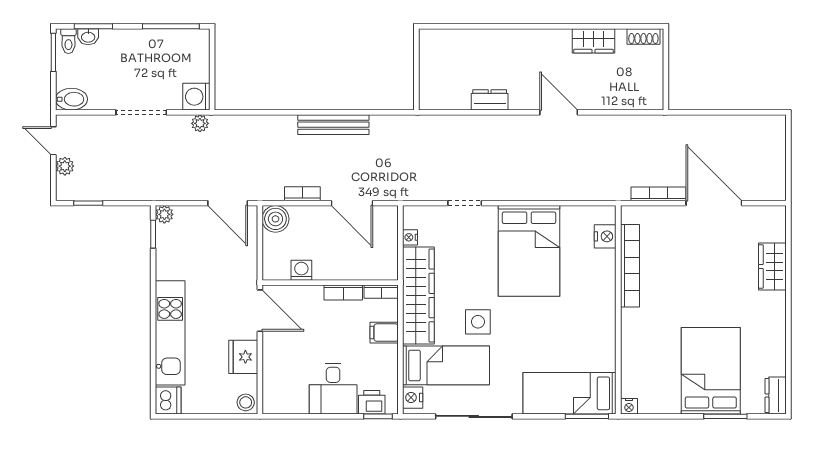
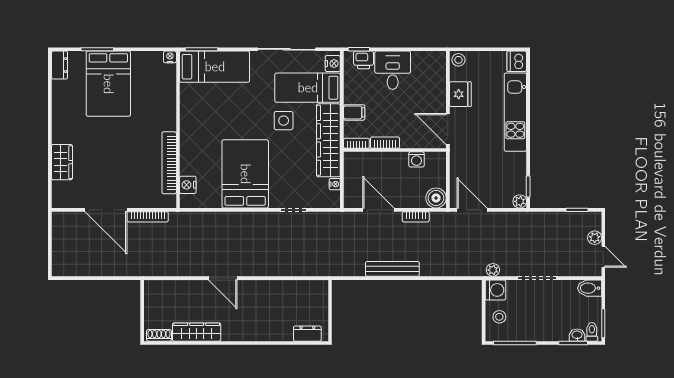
wardrobe: (594, 41) -> (197, 332), width x1.50
stool: (191, 61) -> (499, 317), added
dresser: (490, 100) -> (307, 334), moved, turned 180

